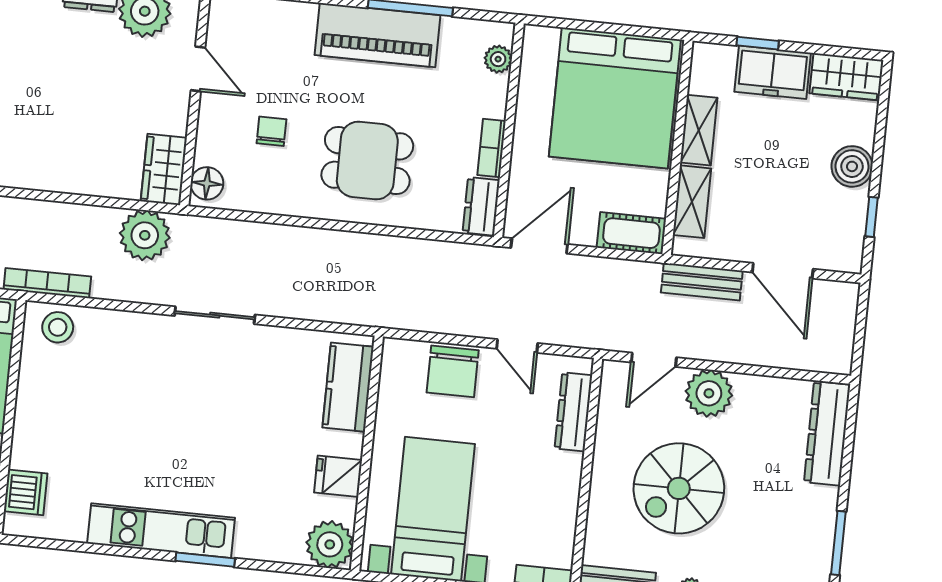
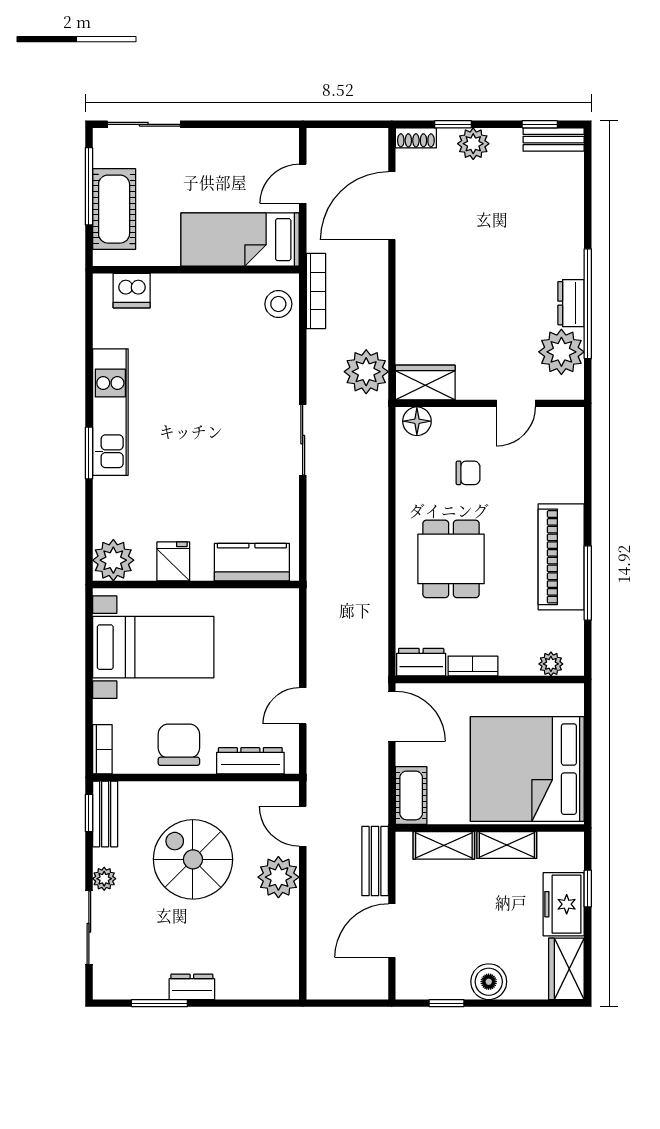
chair: (453, 371) -> (179, 745), moved, turned 90
dresser: (827, 433) -> (192, 987), moved, width x0.51, depth x0.80

